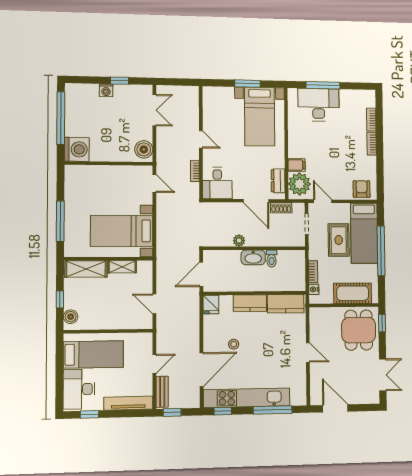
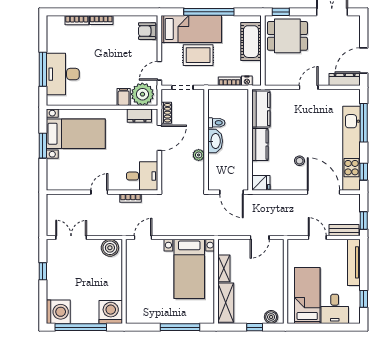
washing machine: (106, 90) -> (58, 312), moved, width x1.89, depth x1.89
desk: (79, 389) -> (335, 309), width x0.73
dresser: (316, 389) -> (345, 80), added

